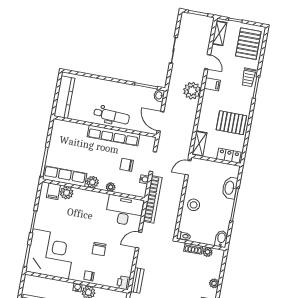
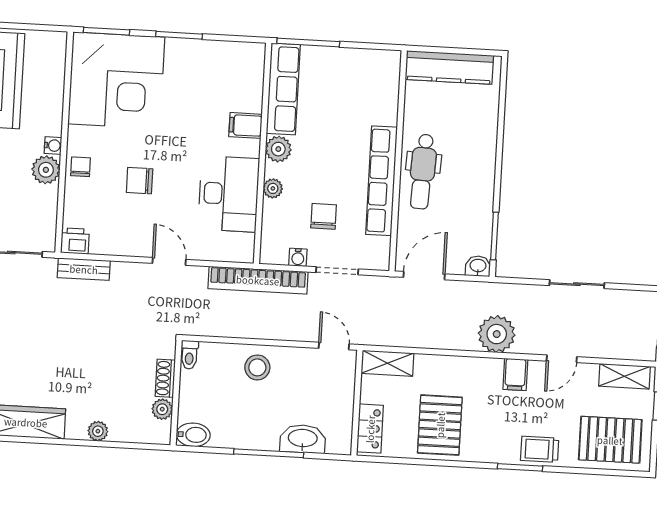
filing cabinet: (53, 191) -> (245, 125), moved
plant: (67, 193) -> (249, 98), removed
desk: (124, 211) -> (229, 194), moved

